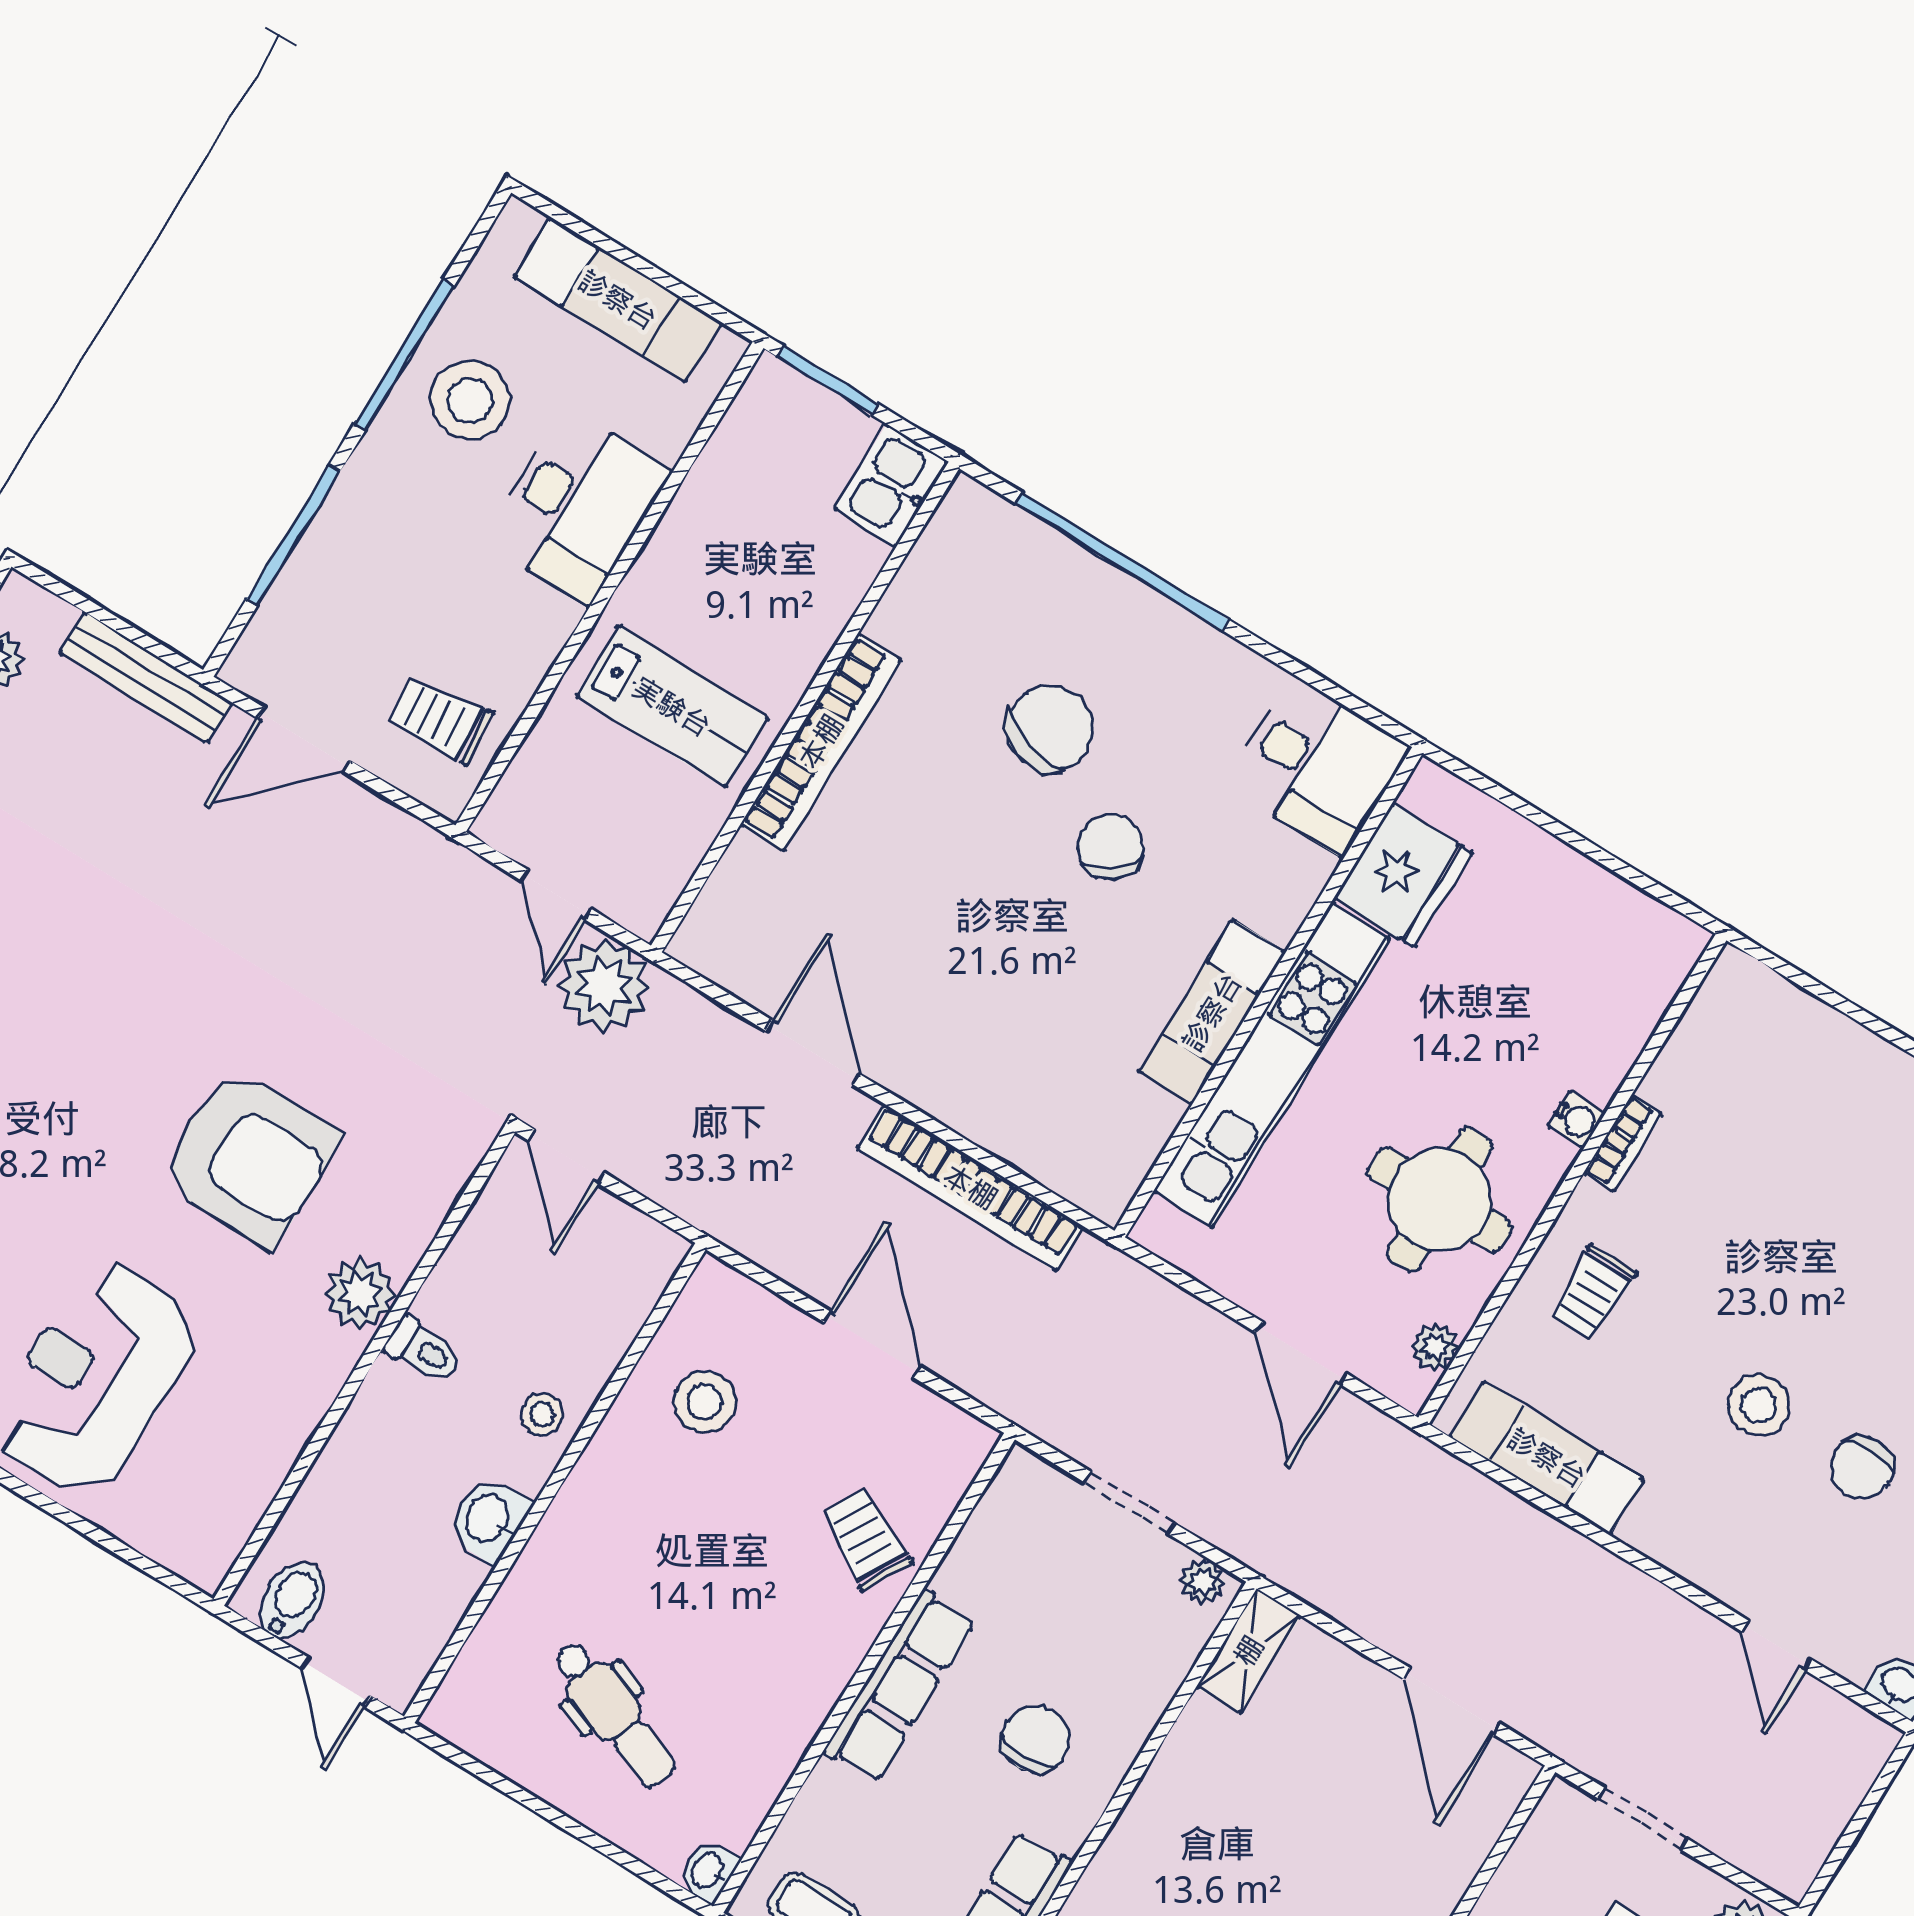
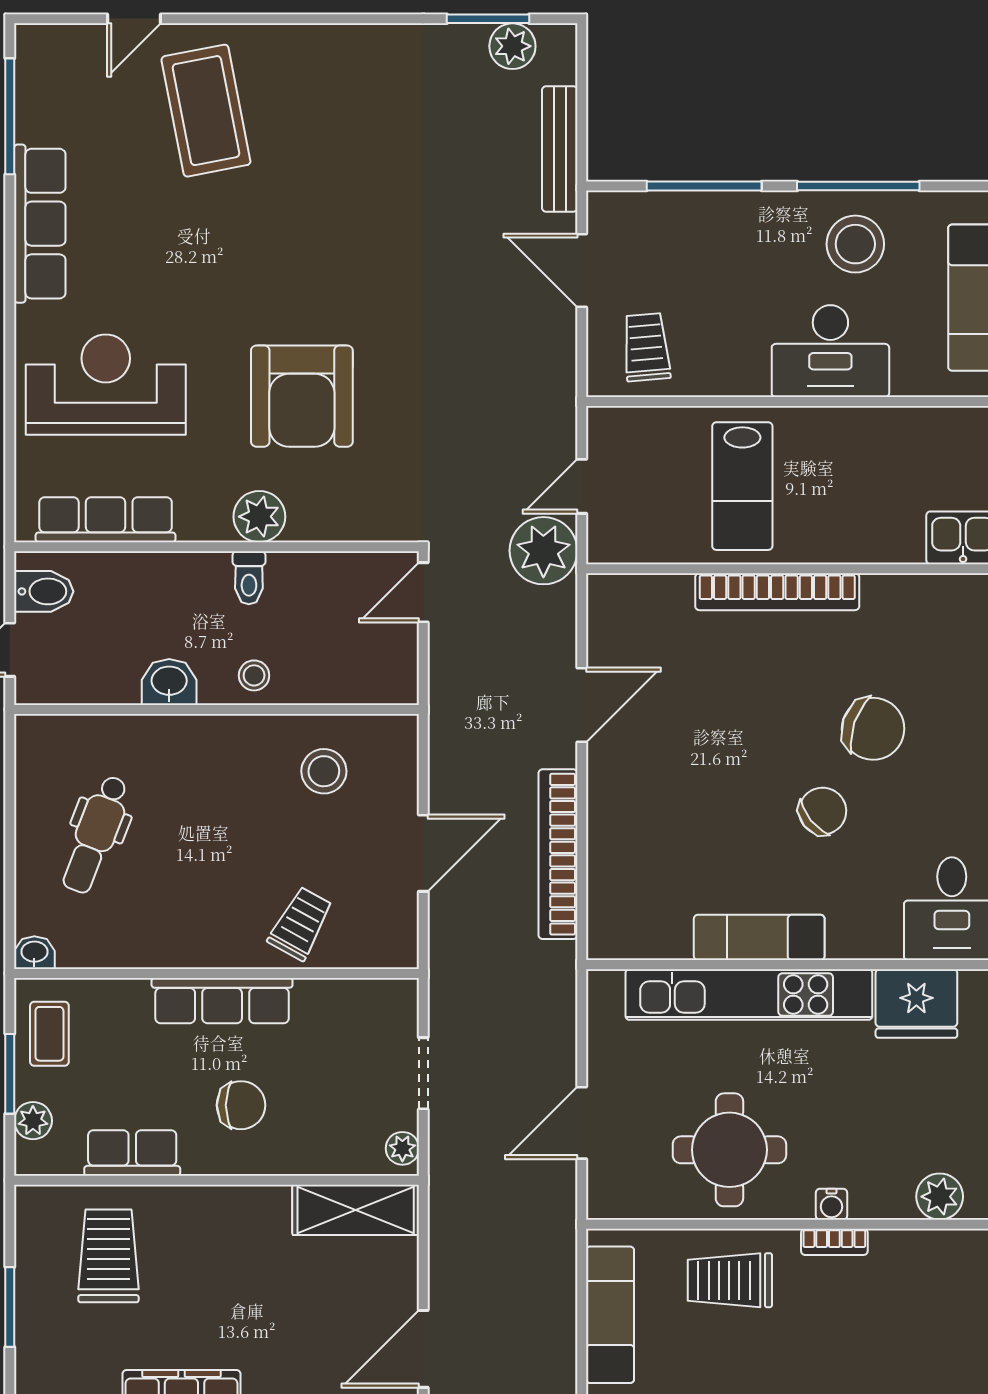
trolley: (1593, 1293) -> (730, 1280), width x1.36, depth x1.39
plant: (1435, 1347) -> (940, 1197), moved, width x1.38, depth x1.38
row of seats: (253, 1476) -> (106, 520), added
shelving: (1249, 1651) -> (356, 1210), width x1.50, depth x1.33

